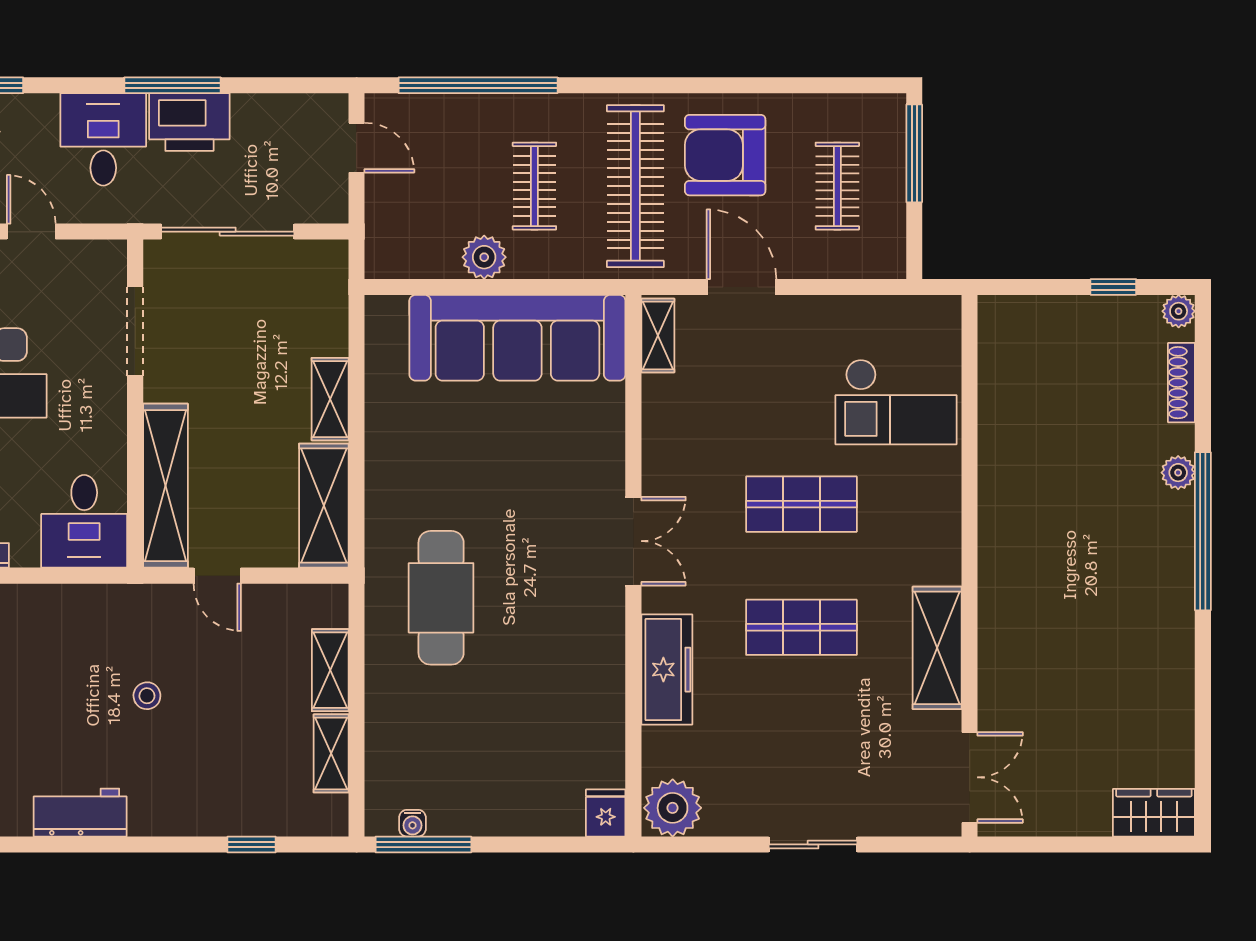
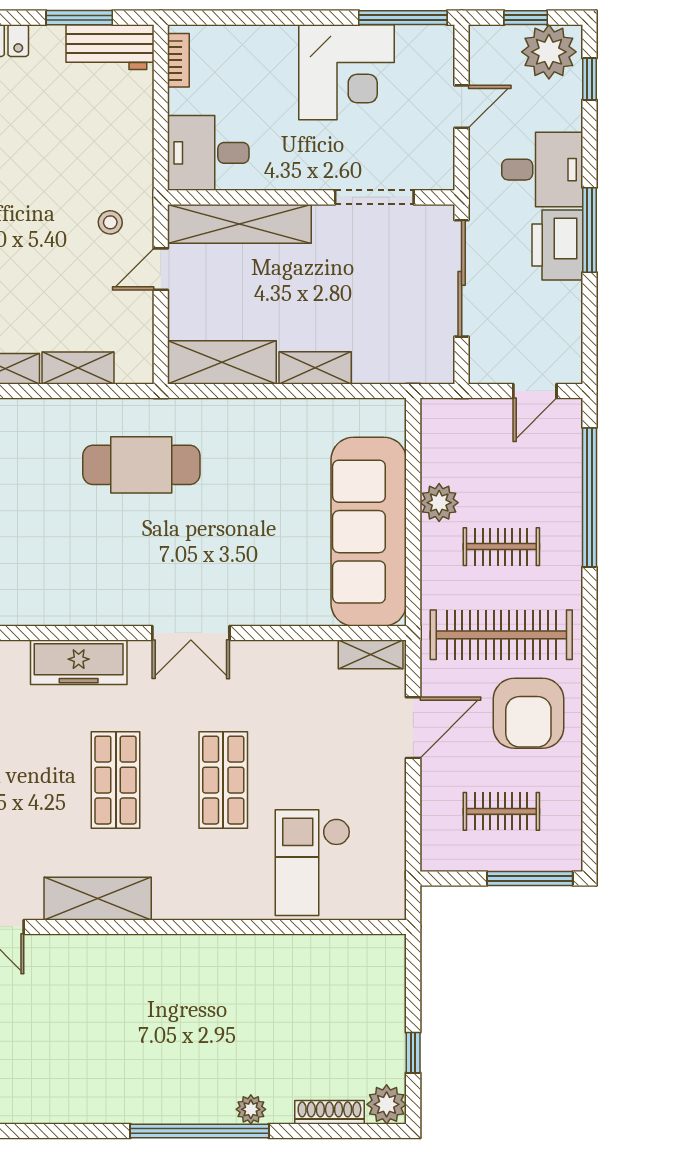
armchair: (725, 155) -> (528, 713), turned 180
plant: (1179, 311) -> (387, 1104), width x1.38, depth x1.38
stool: (147, 696) -> (110, 222), moved

